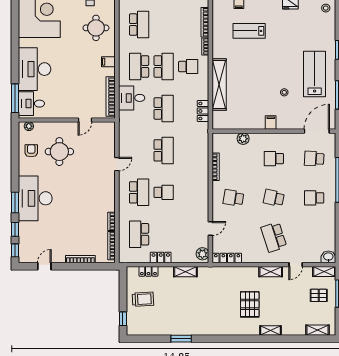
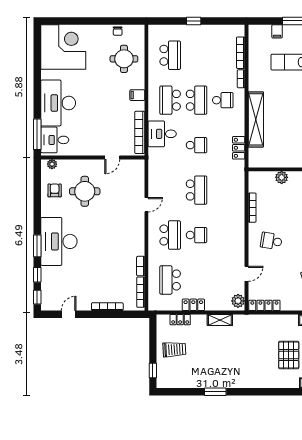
school desk: (164, 108) -> (196, 145), width x0.54

